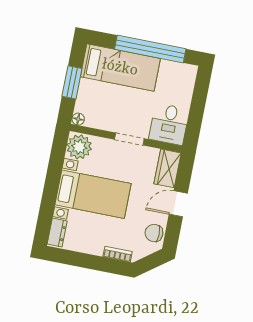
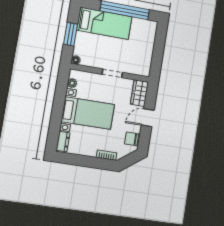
desk: (169, 124) -> (139, 62), removed
plant: (79, 147) -> (72, 83), width x0.53, depth x0.53

